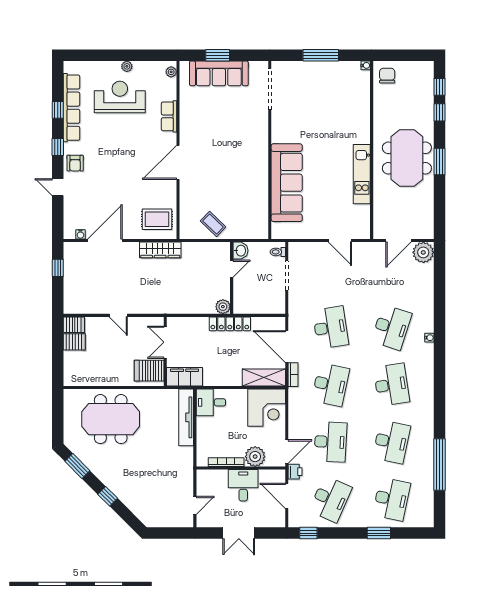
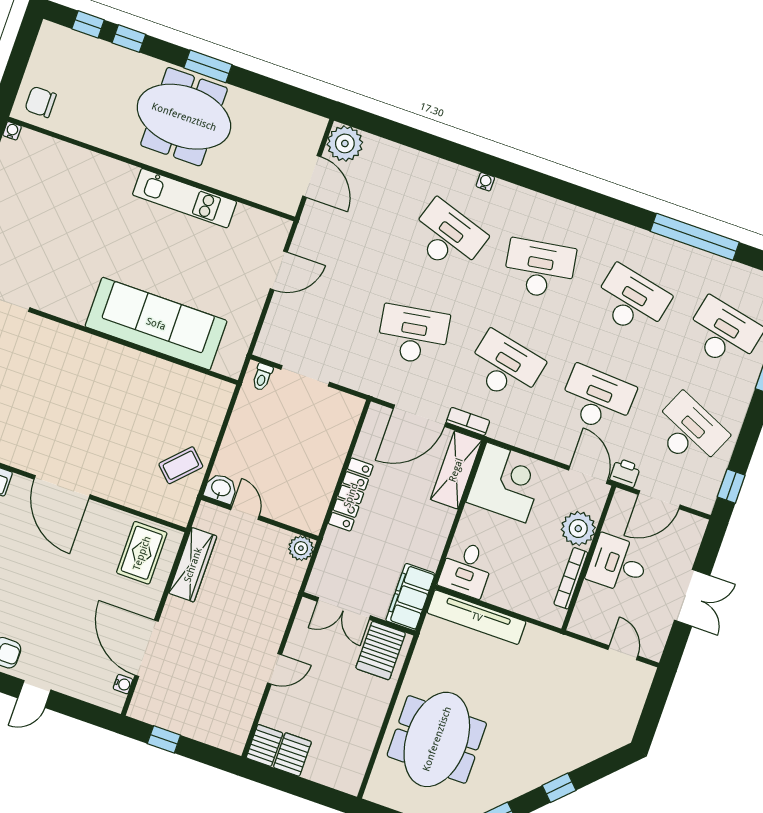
washbasin: (240, 251) -> (221, 488), moved
door: (232, 269) -> (245, 513), moved
wall: (232, 278) -> (260, 518), moved
plant: (223, 307) -> (301, 548), moved

